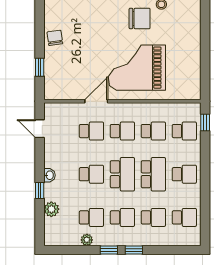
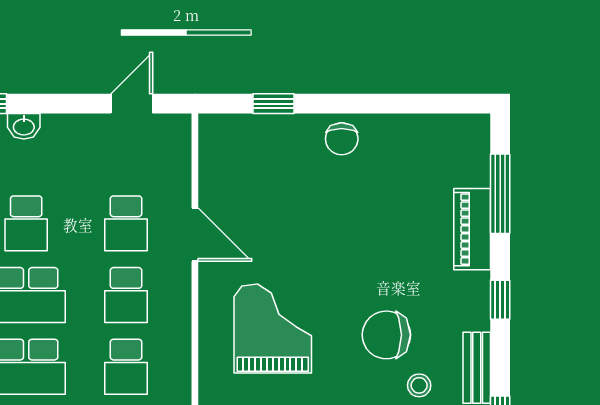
chair: (140, 18) -> (386, 335), turned 90
chair: (55, 38) -> (342, 139), turned 98
grand piano: (137, 68) -> (273, 329), width x0.73, depth x0.68

